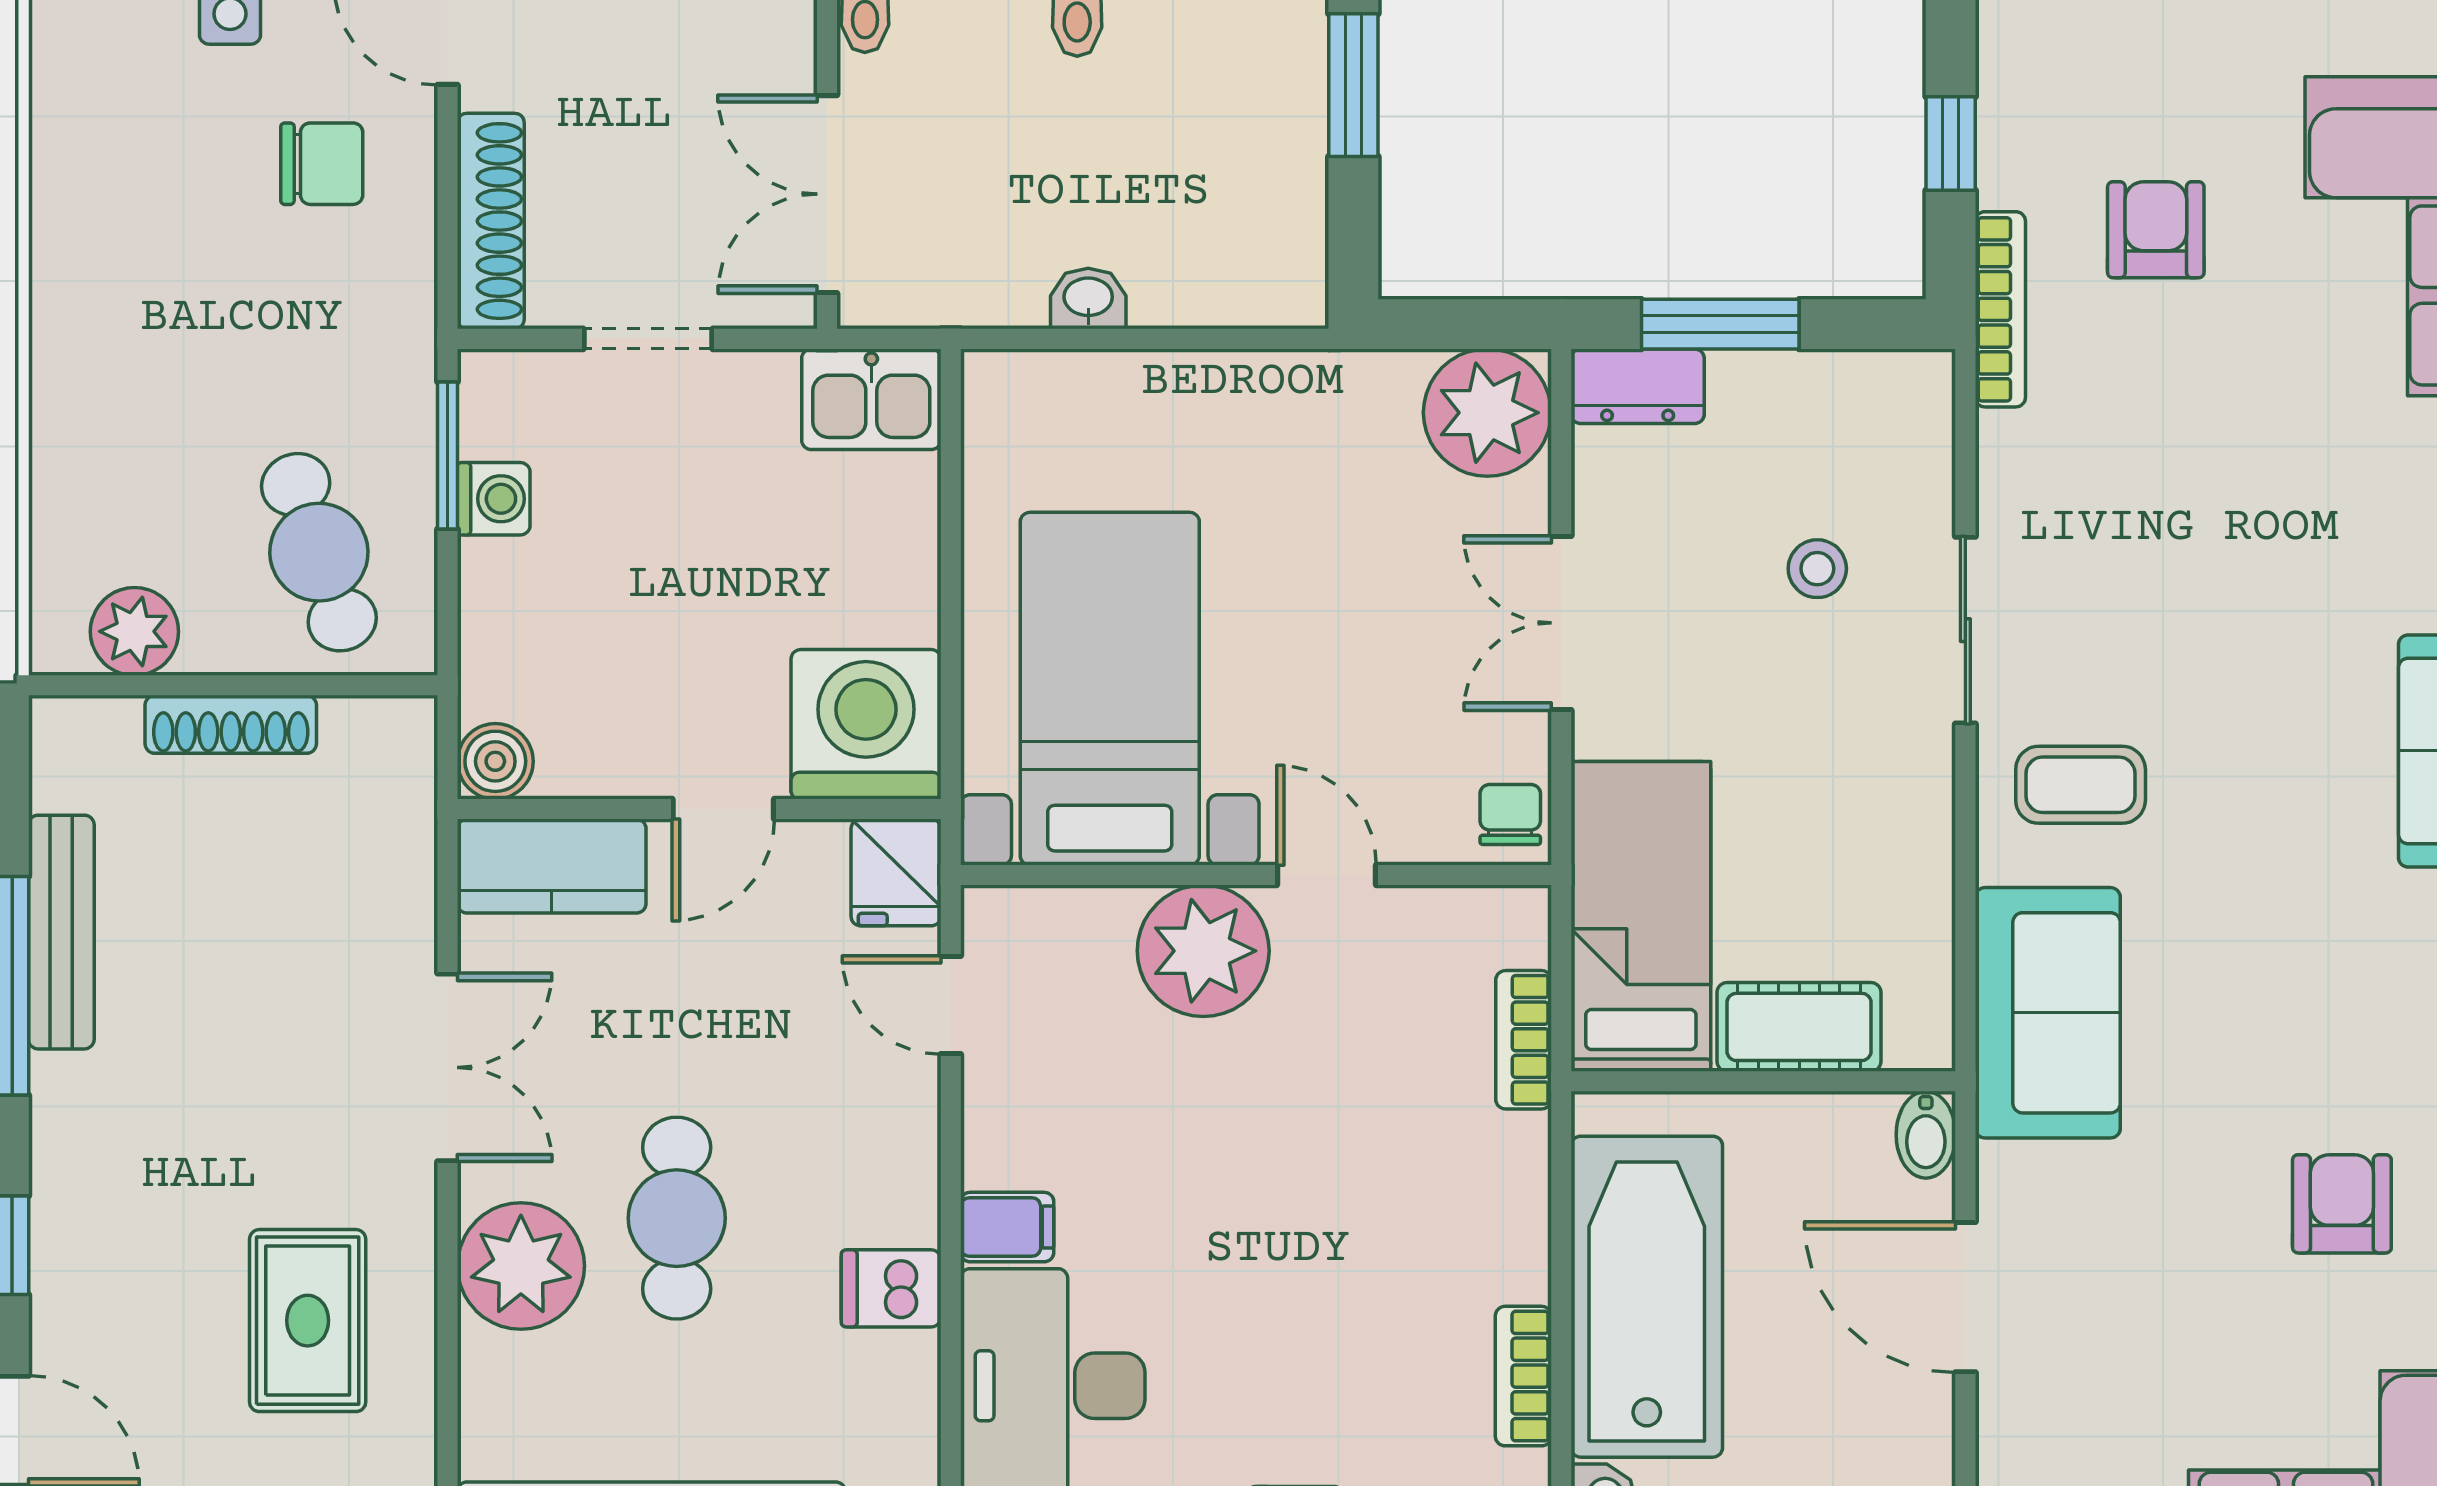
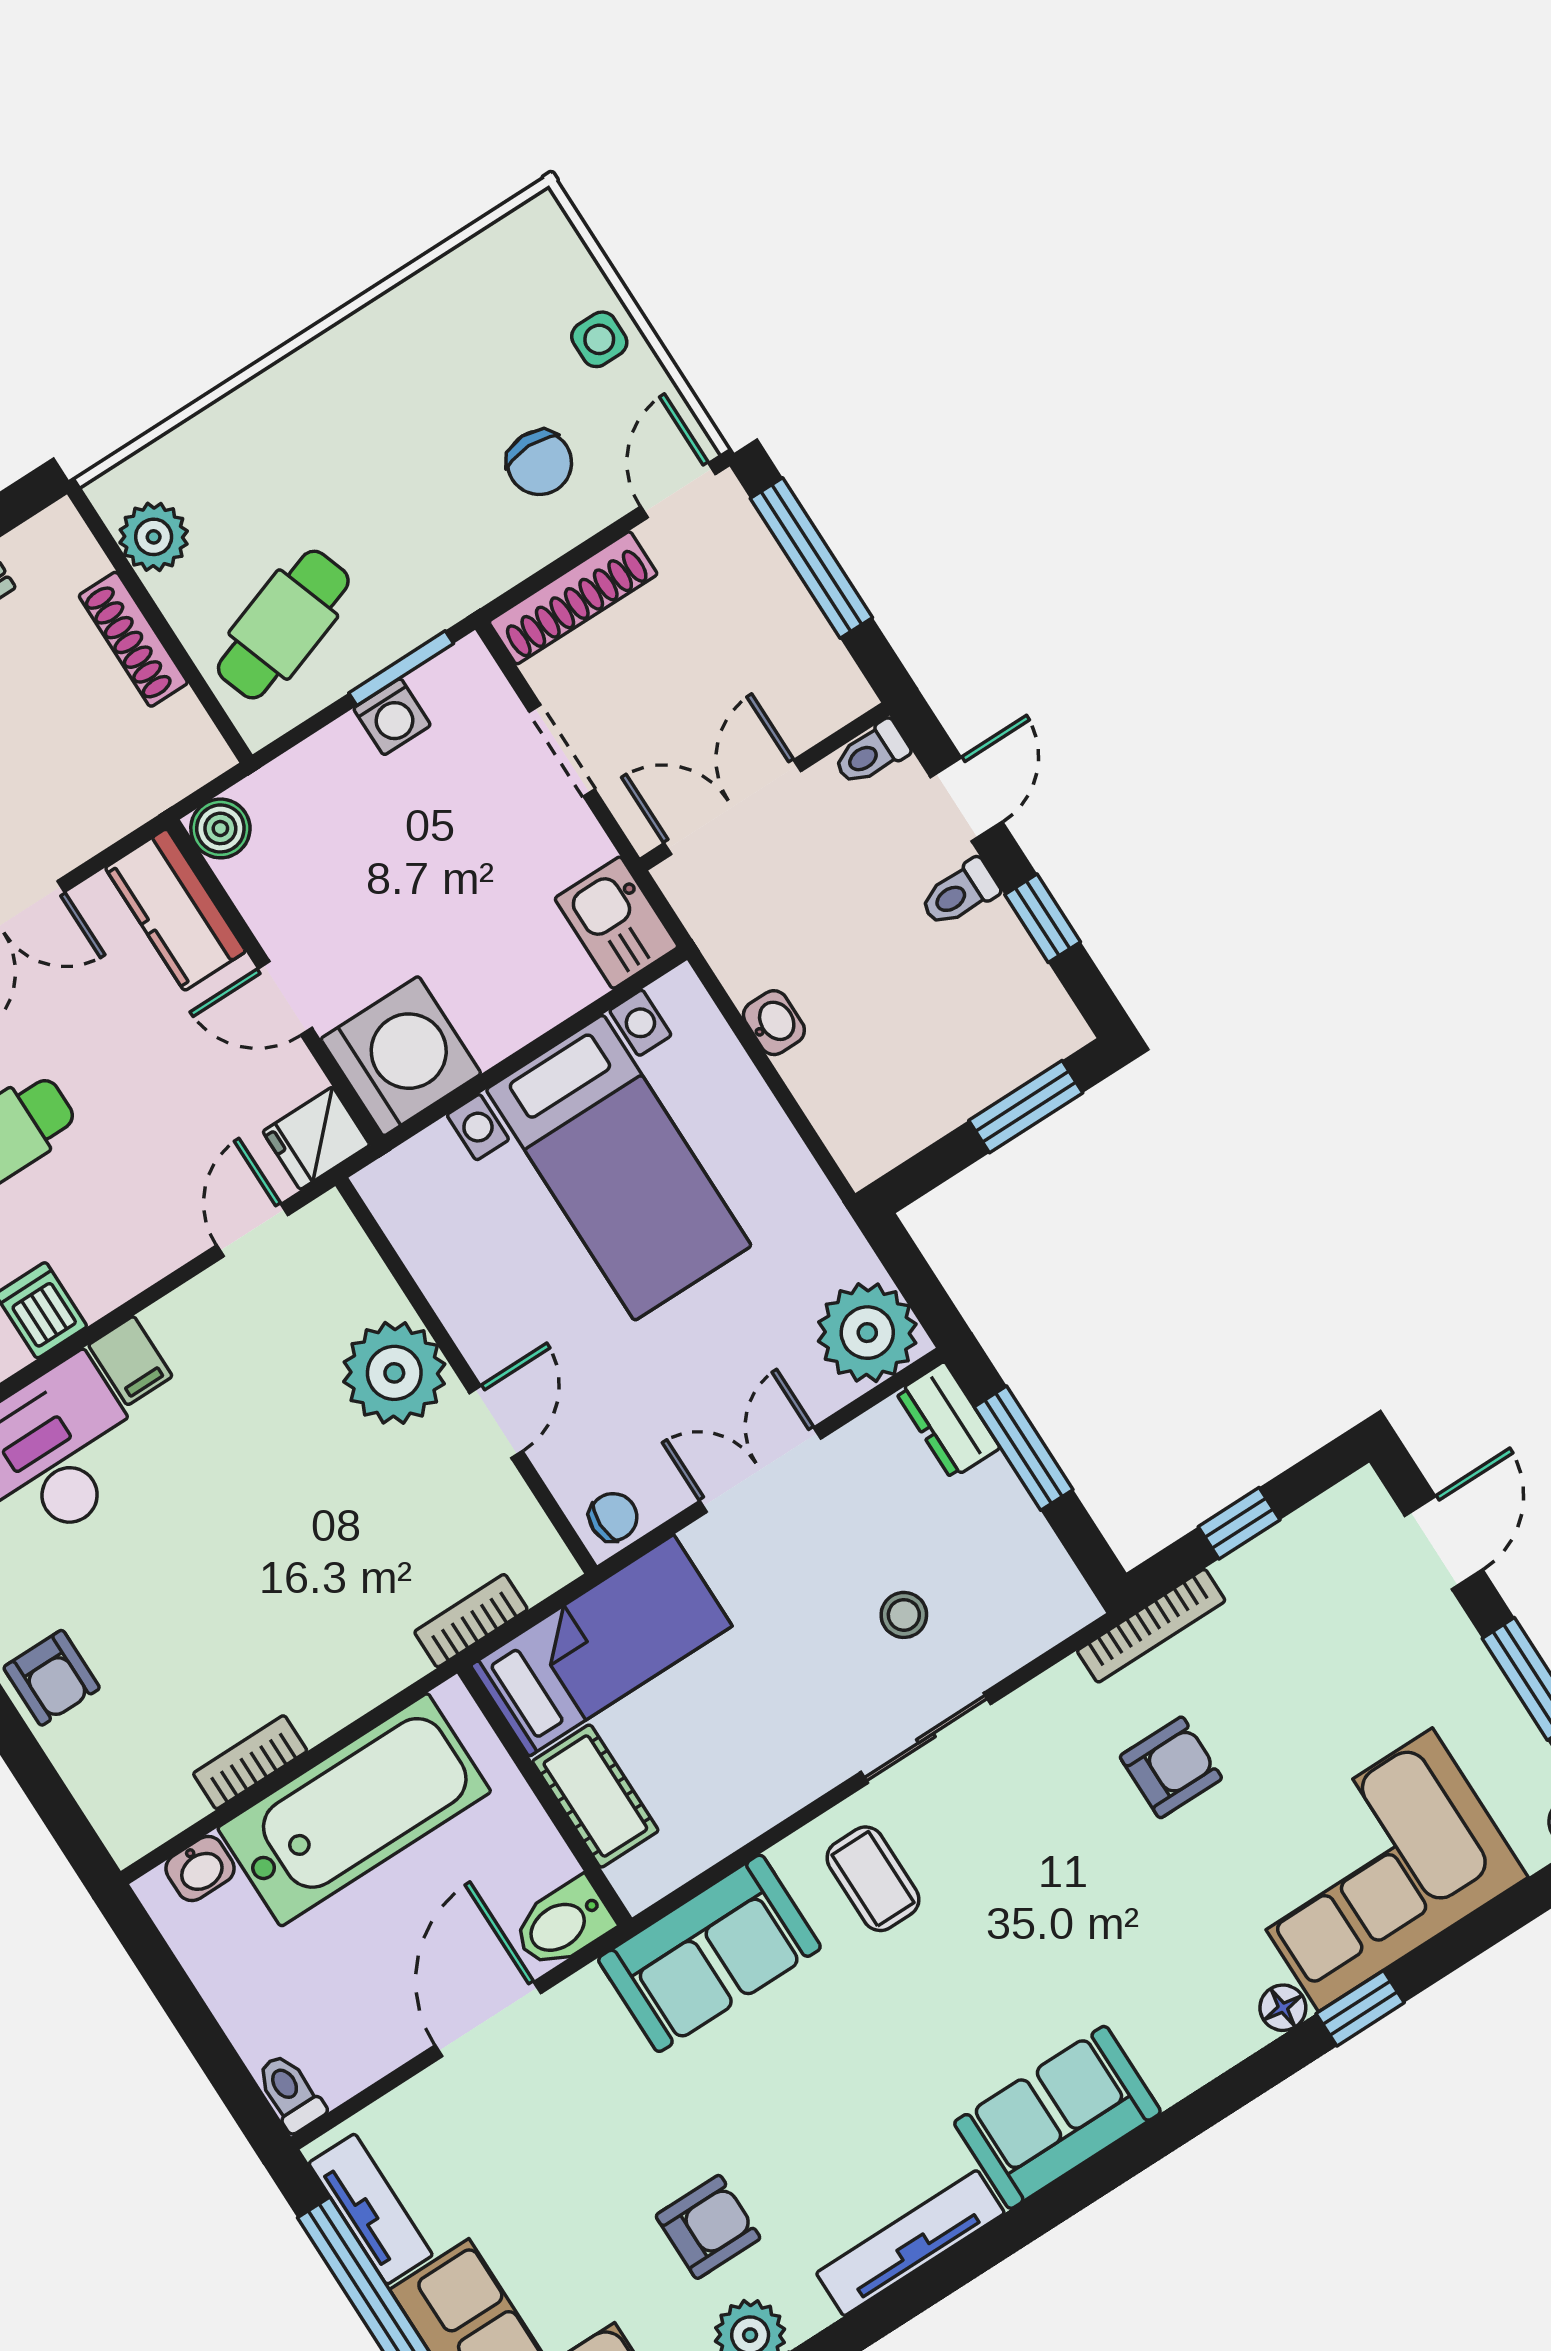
armchair: (2156, 230) -> (1171, 1767), moved
bed with nightstands: (1110, 689) -> (619, 1168), moved, turned 90
bidet: (1926, 1135) -> (563, 1924), width x1.38, depth x1.36

